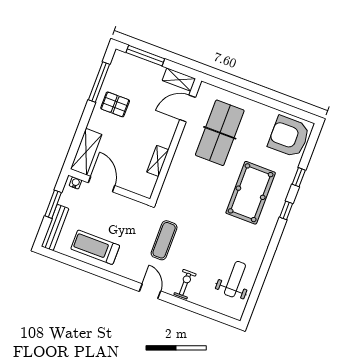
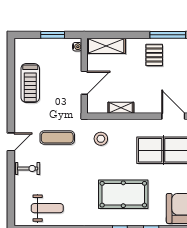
door: (102, 184) -> (84, 83), moved
stool: (183, 194) -> (101, 139), added
bench: (55, 227) -> (34, 44), removed
treadmill: (95, 247) -> (30, 83), turned 180

